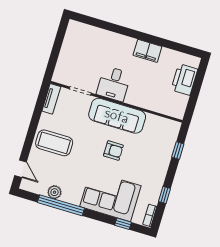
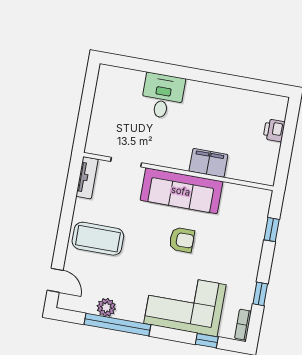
filing cabinet: (147, 51) -> (208, 163), moved, turned 180
printer: (184, 80) -> (274, 130), width x0.53, depth x0.68
desk: (114, 84) -> (163, 96), moved, turned 180

